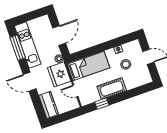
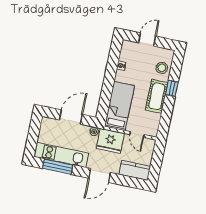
door: (59, 36) -> (71, 117), hinge flipped
stool: (126, 64) -> (162, 68), moved
door: (75, 91) -> (137, 135), hinge flipped
window: (102, 104) -> (172, 88), moved

